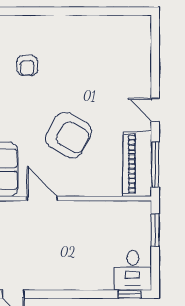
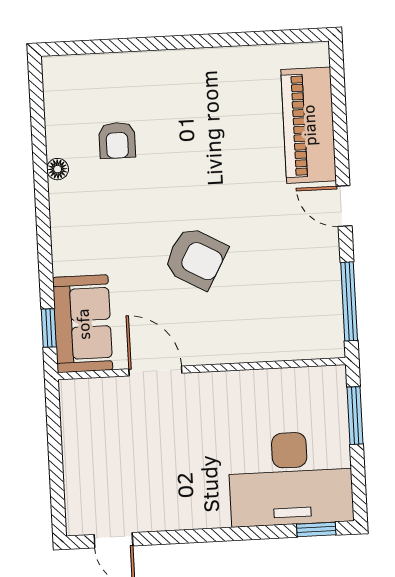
armchair: (69, 135) -> (196, 258), width x0.73, depth x0.73
piano: (137, 164) -> (309, 125), moved
desk: (133, 270) -> (291, 479), width x1.87, depth x1.30

